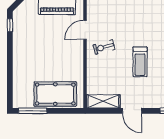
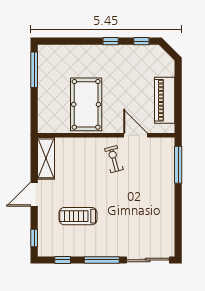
window: (10, 50) -> (111, 41), added
treadmill: (140, 62) -> (78, 216), moved
pool table: (55, 94) -> (86, 104), moved

